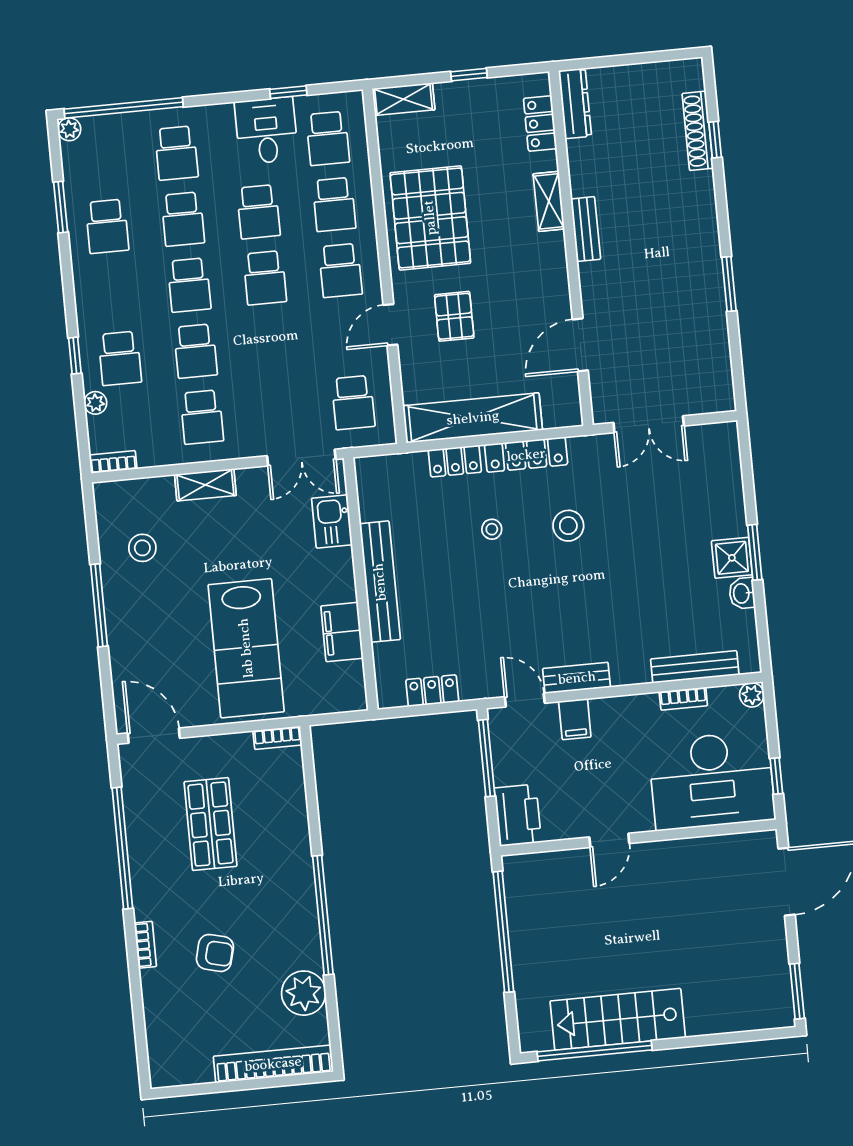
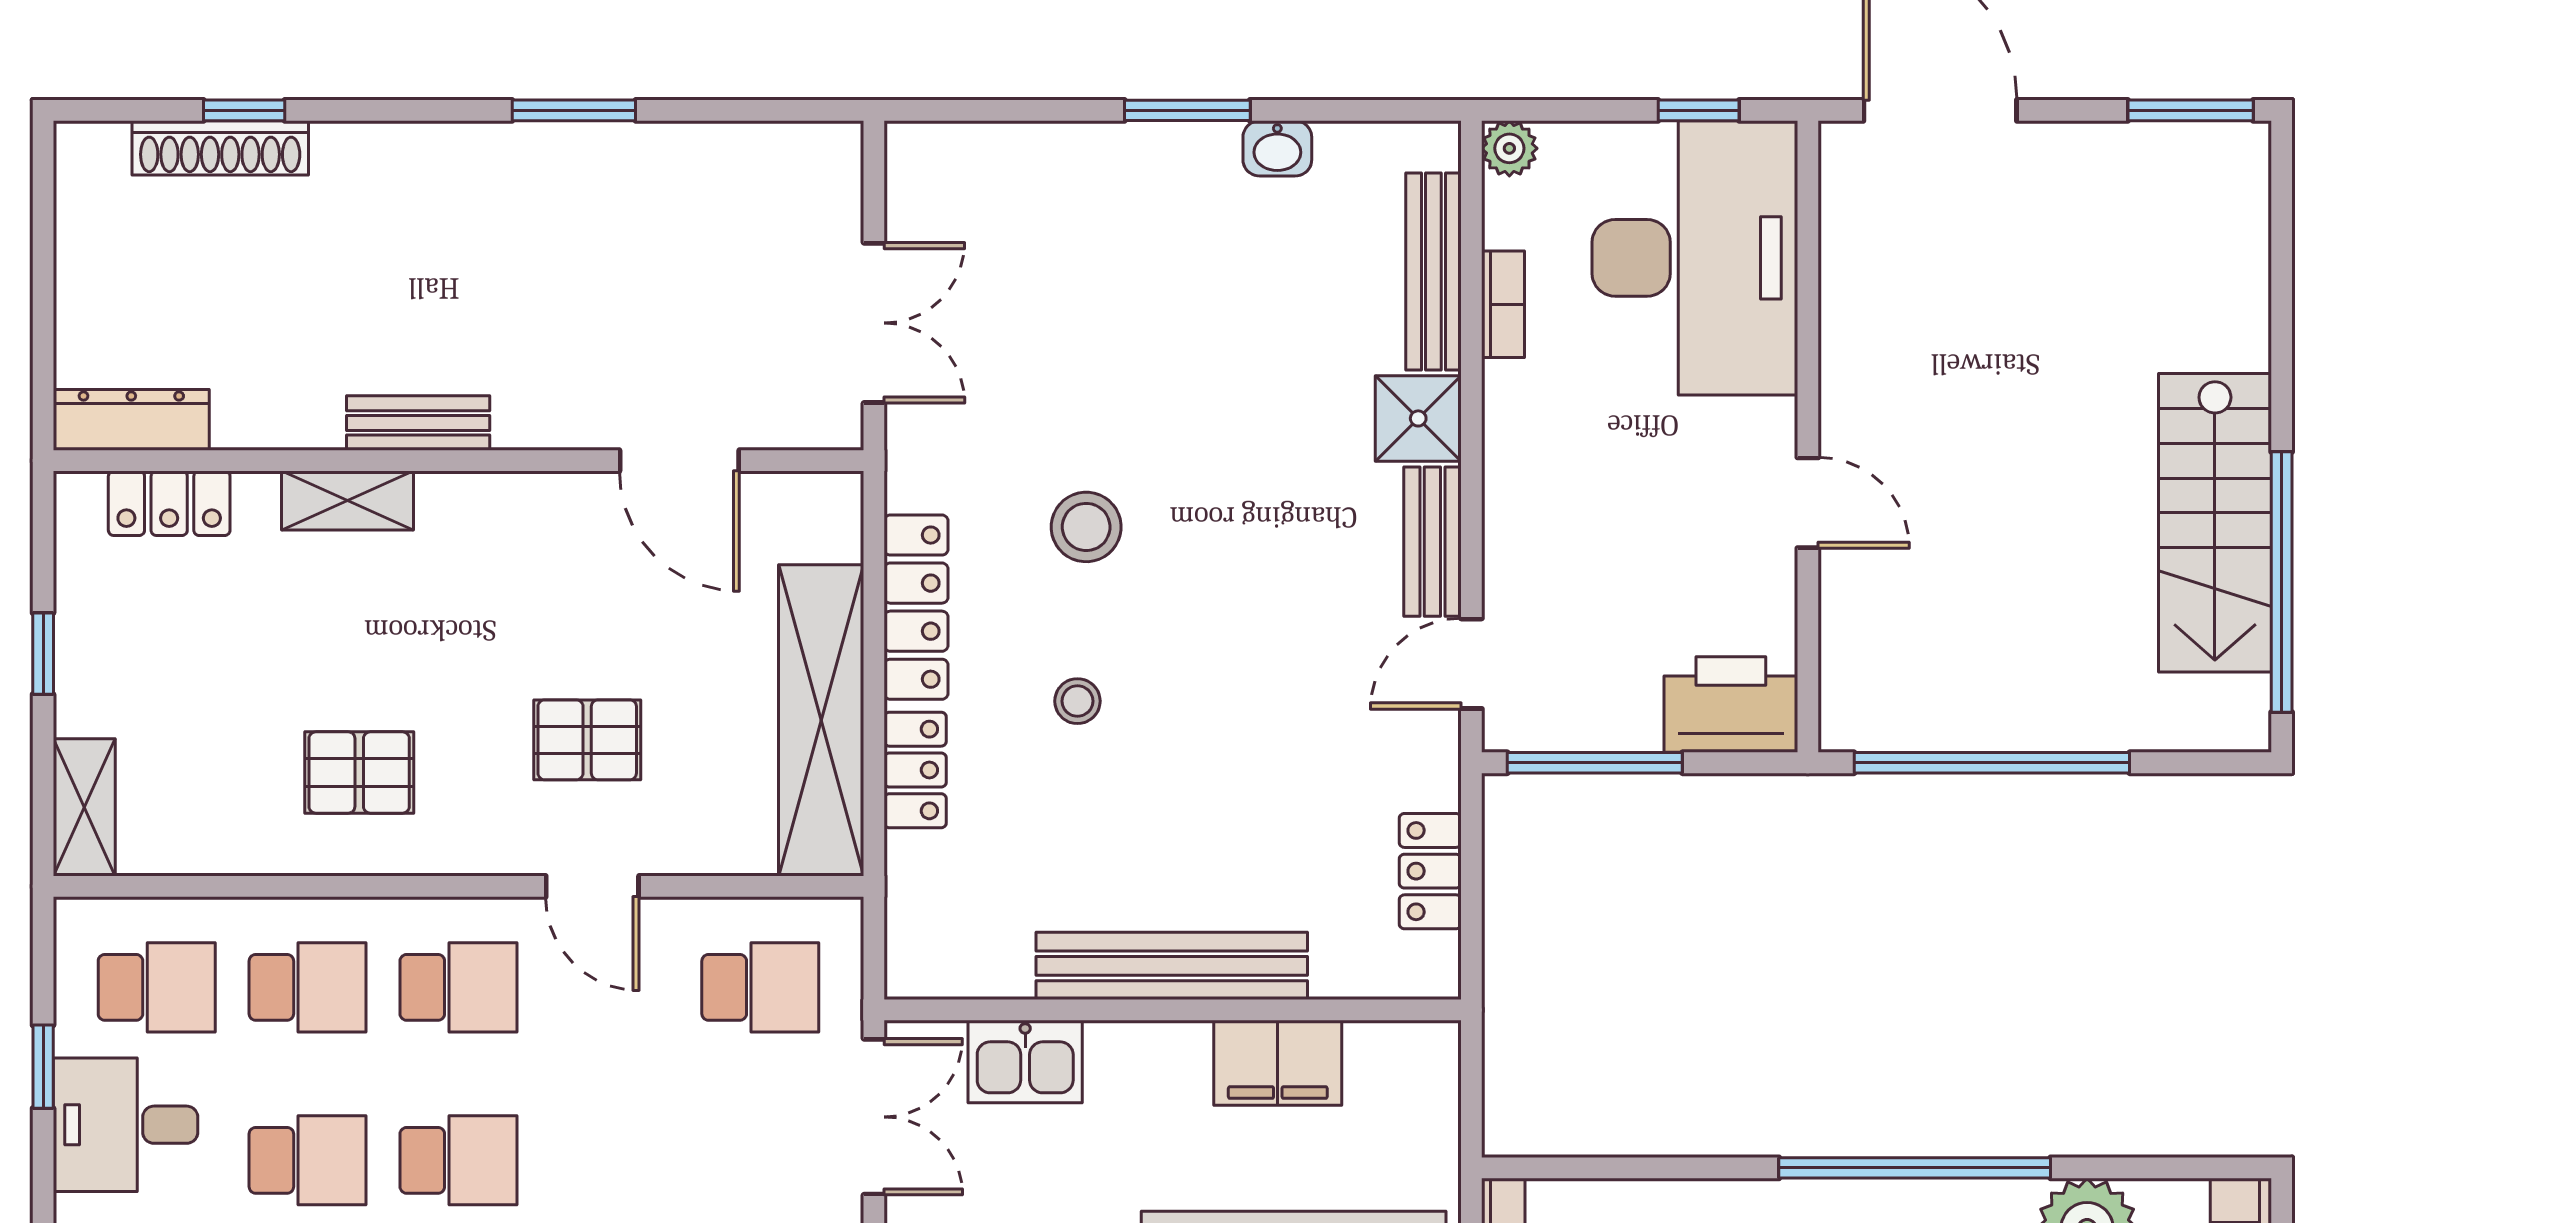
pallet: (430, 218) -> (359, 772), width x0.49, depth x0.50
shower: (732, 558) -> (1418, 418), moved
filing cabinet: (575, 719) -> (1526, 555), removed

